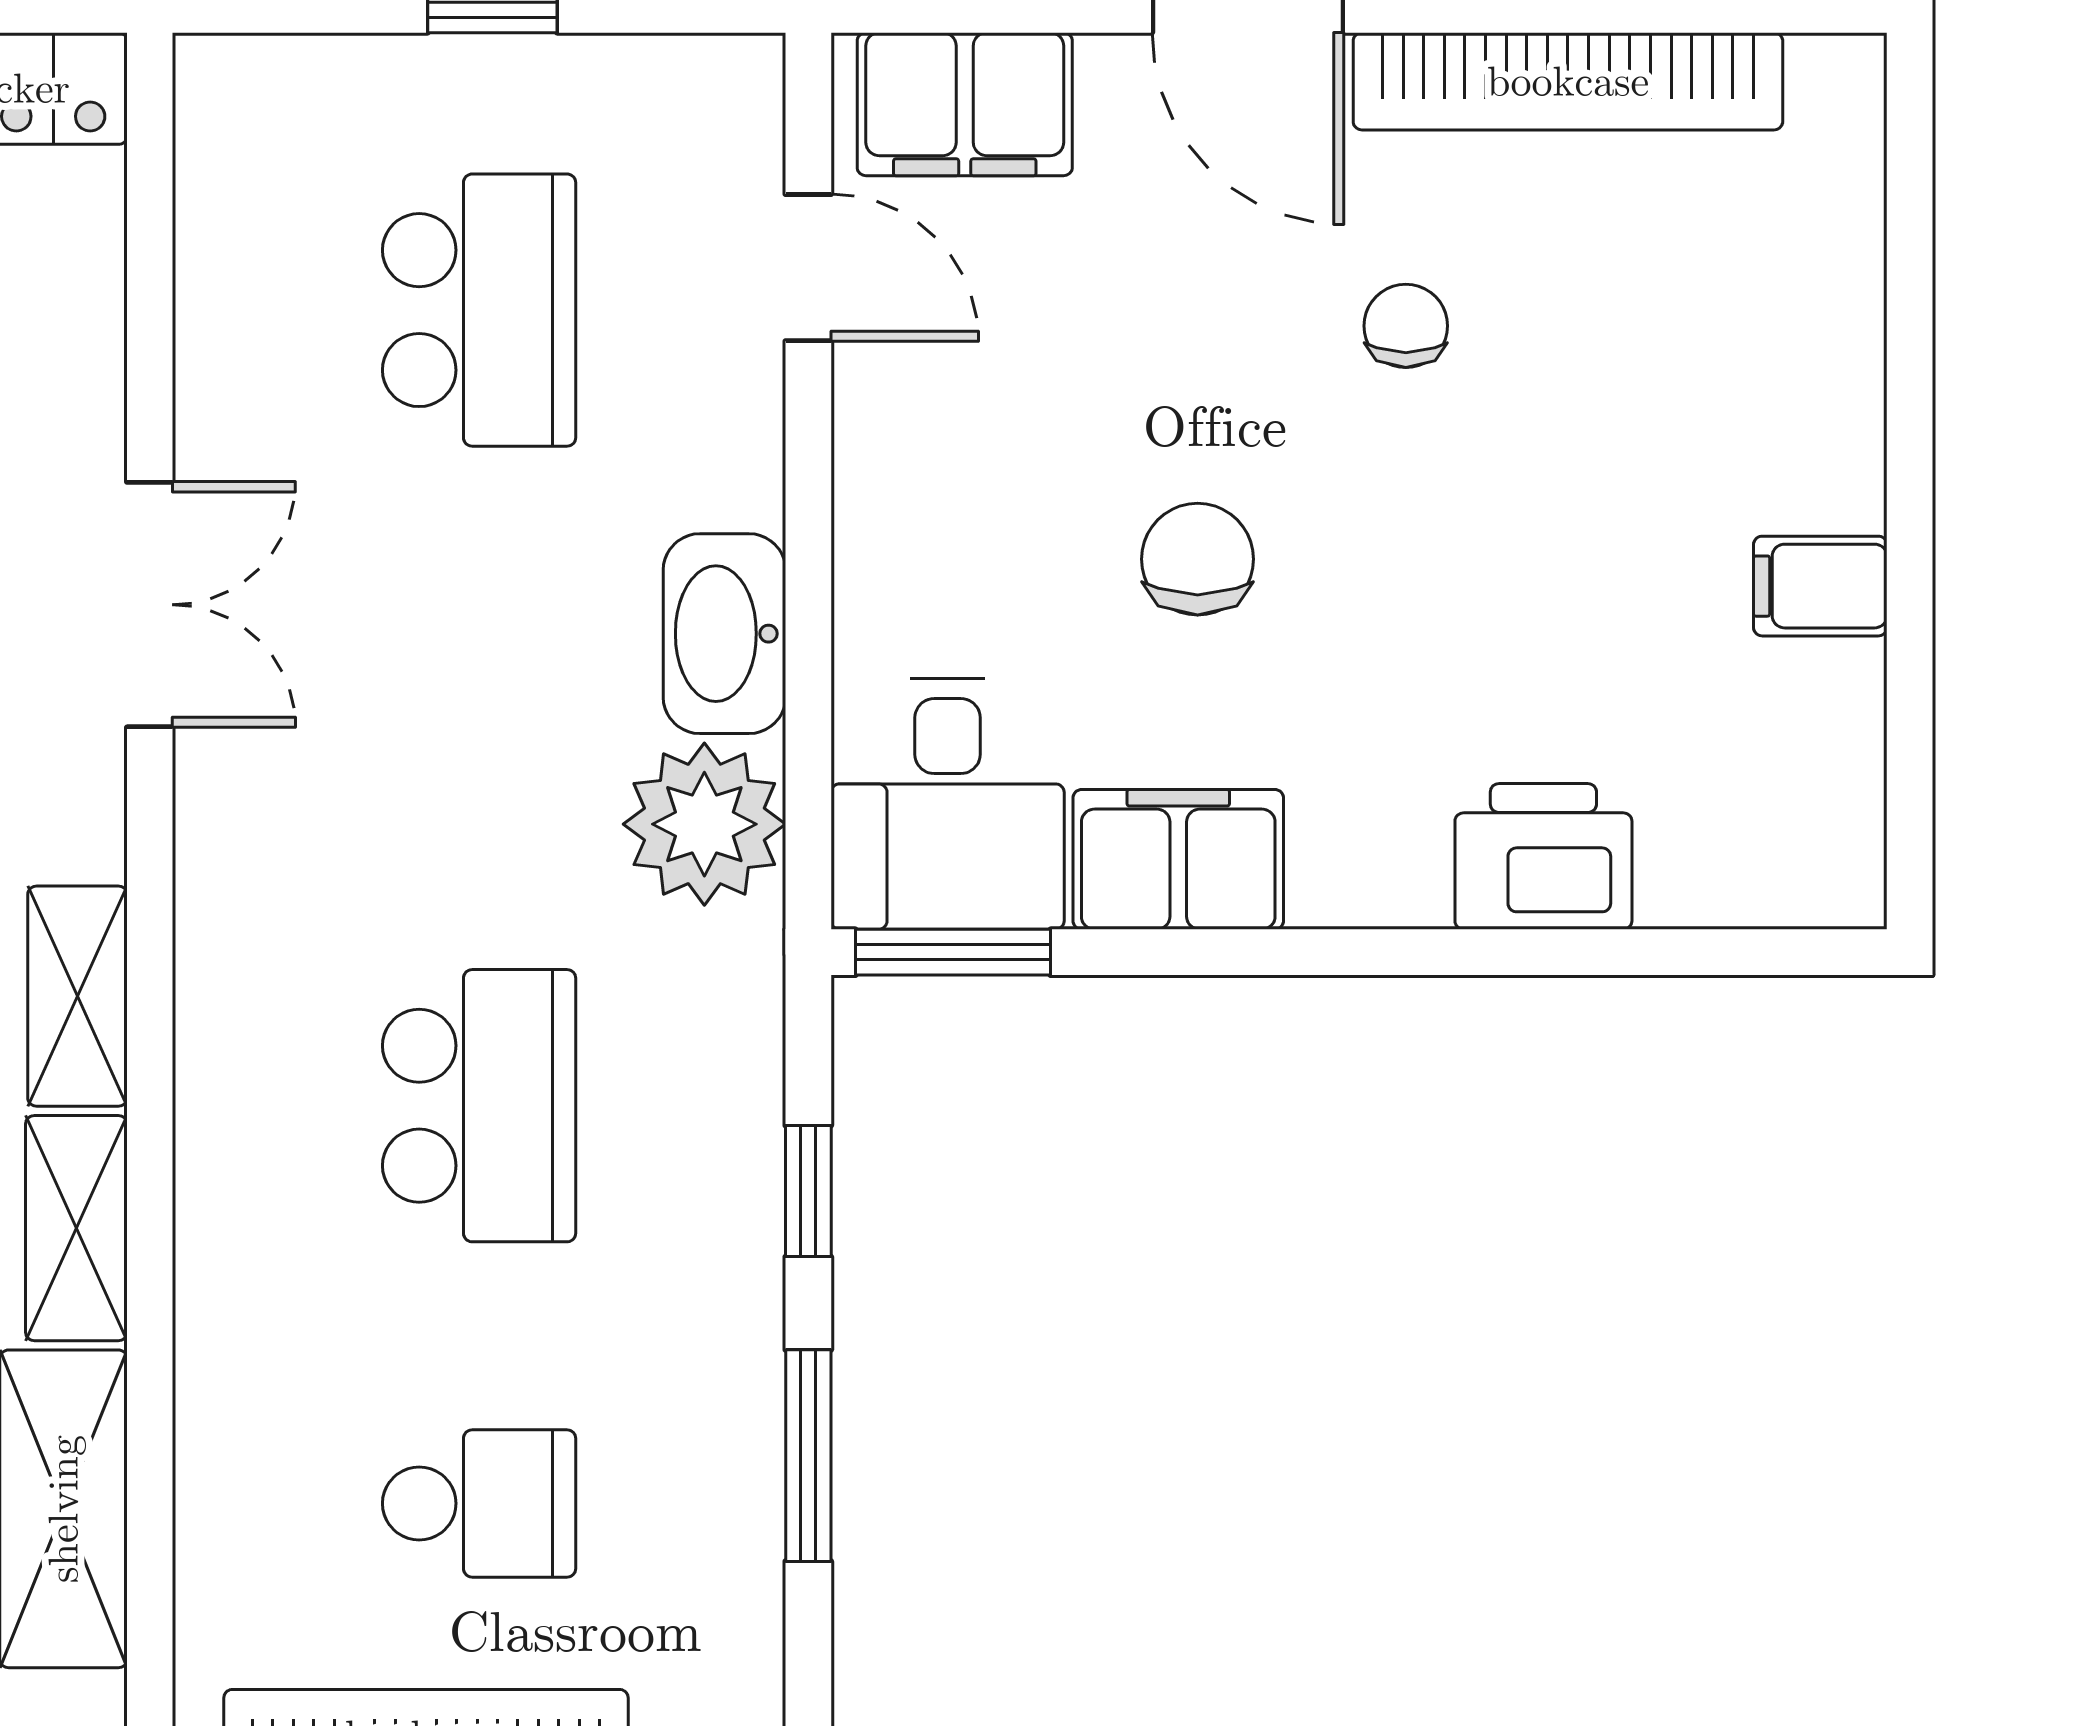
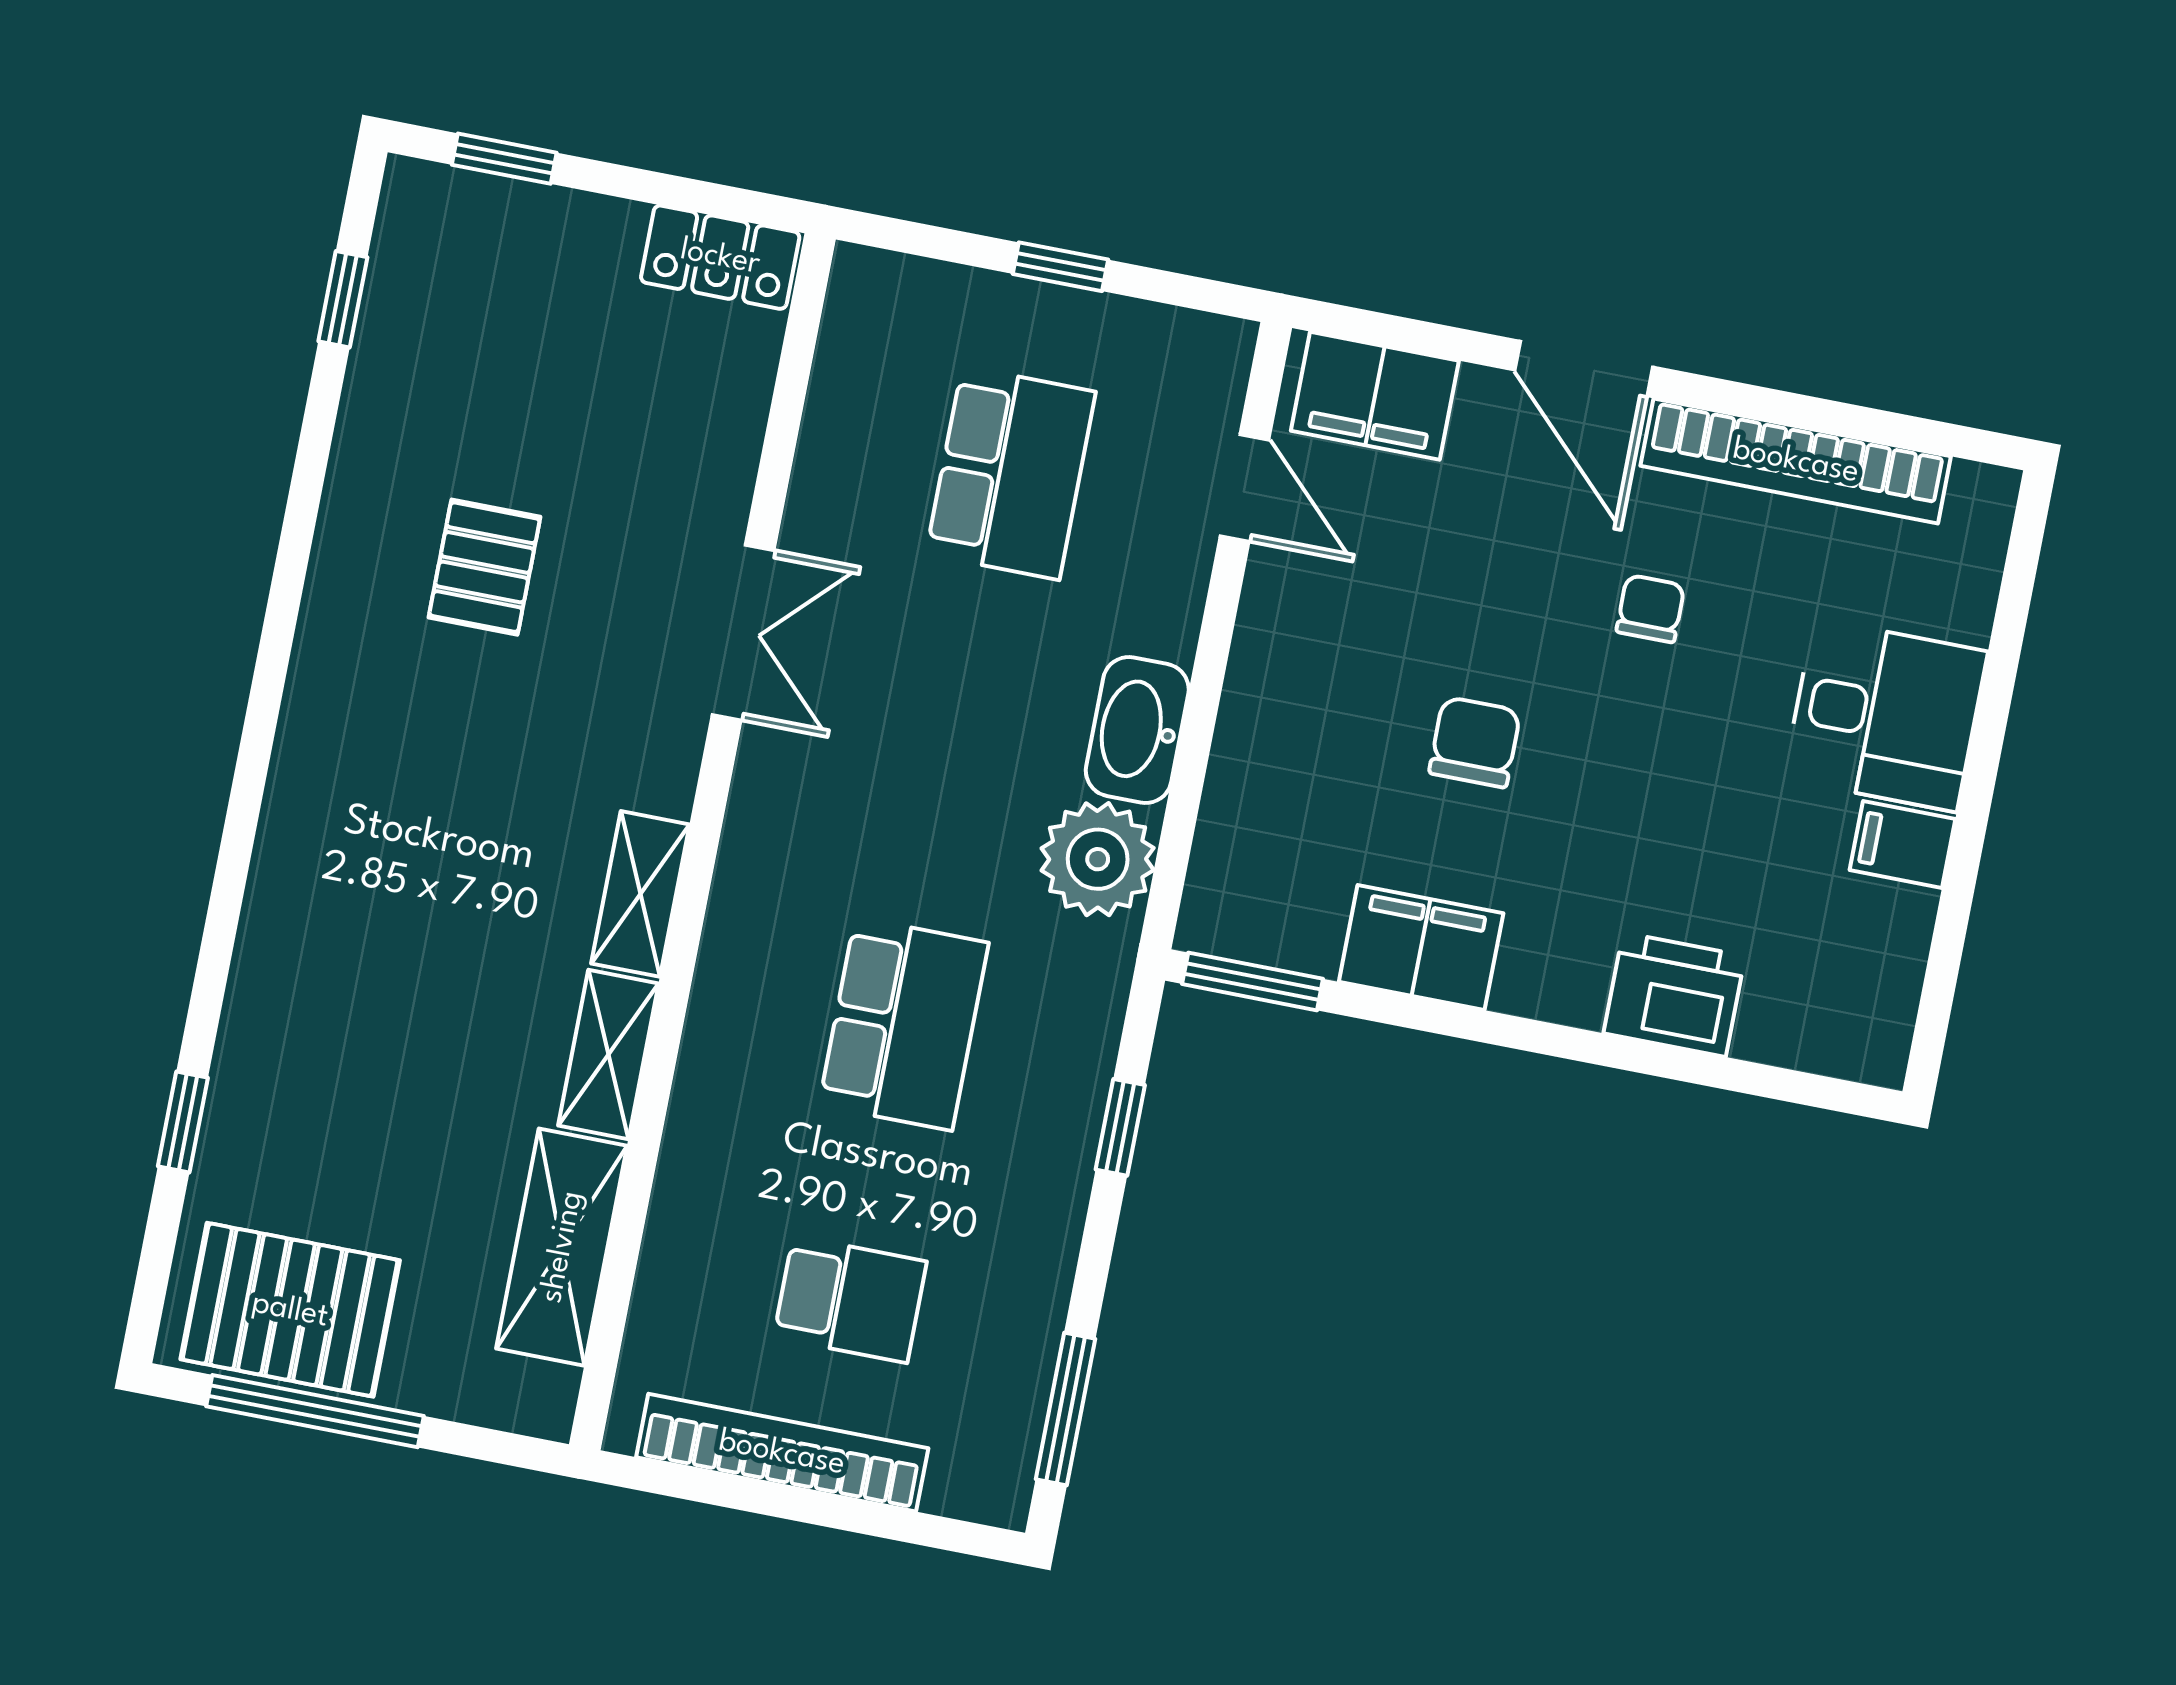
desk: (948, 804) -> (1885, 715), moved, turned -90
window: (808, 1456) -> (1066, 1409), moved

